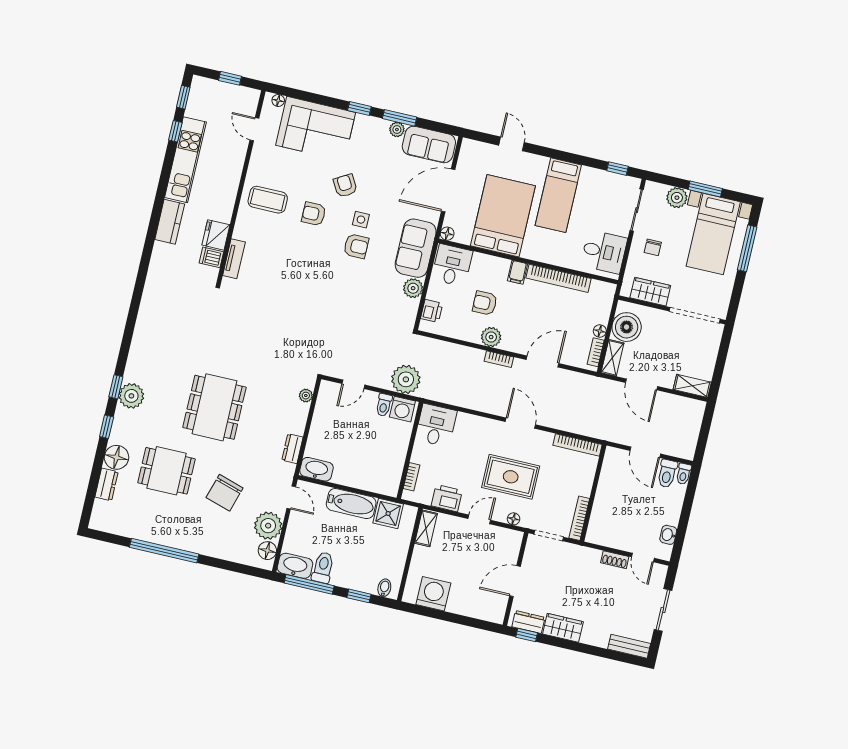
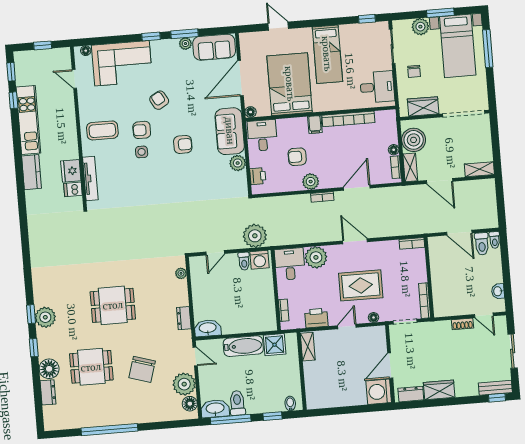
side table: (361, 220) -> (142, 152), moved
tv unit: (234, 259) -> (90, 179), width x1.41
dining table: (214, 407) -> (113, 305), width x0.73
plant: (469, 427) -> (316, 257), added
bookcase: (578, 445) -> (412, 243), width x0.64
washing machine: (433, 594) -> (379, 392), moved, turned -90
window: (527, 635) -> (497, 398), moved

